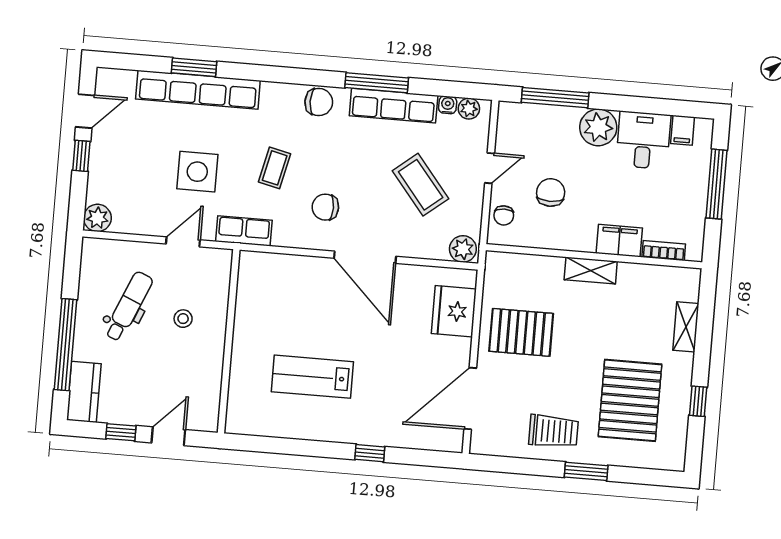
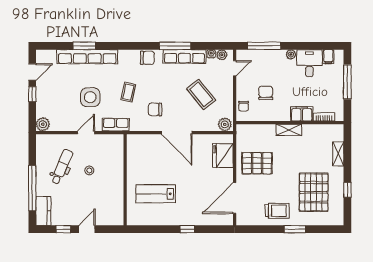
plant: (598, 127) -> (291, 54), width x0.53, depth x0.53
door: (490, 168) -> (235, 68), moved
wall: (229, 341) -> (125, 180), moved

